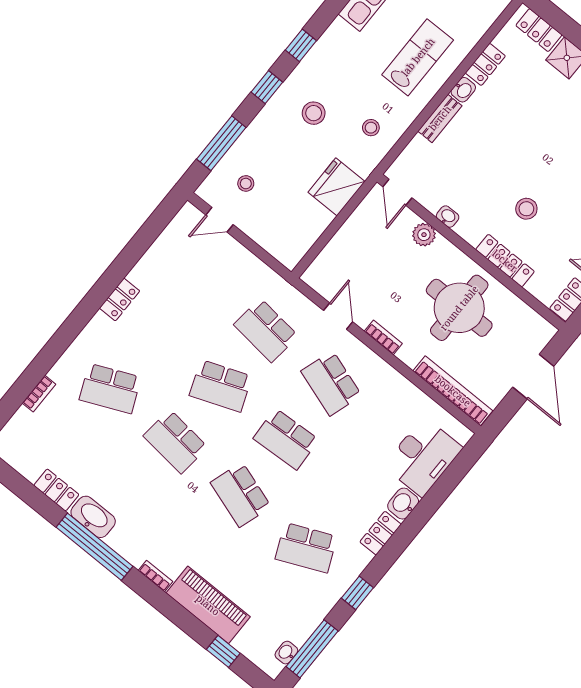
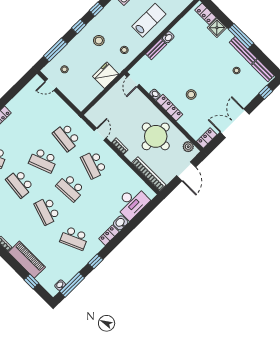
locker: (485, 64) -> (179, 27), removed
plant: (424, 235) -> (188, 147), moved
locker: (505, 261) -> (169, 108), moved

